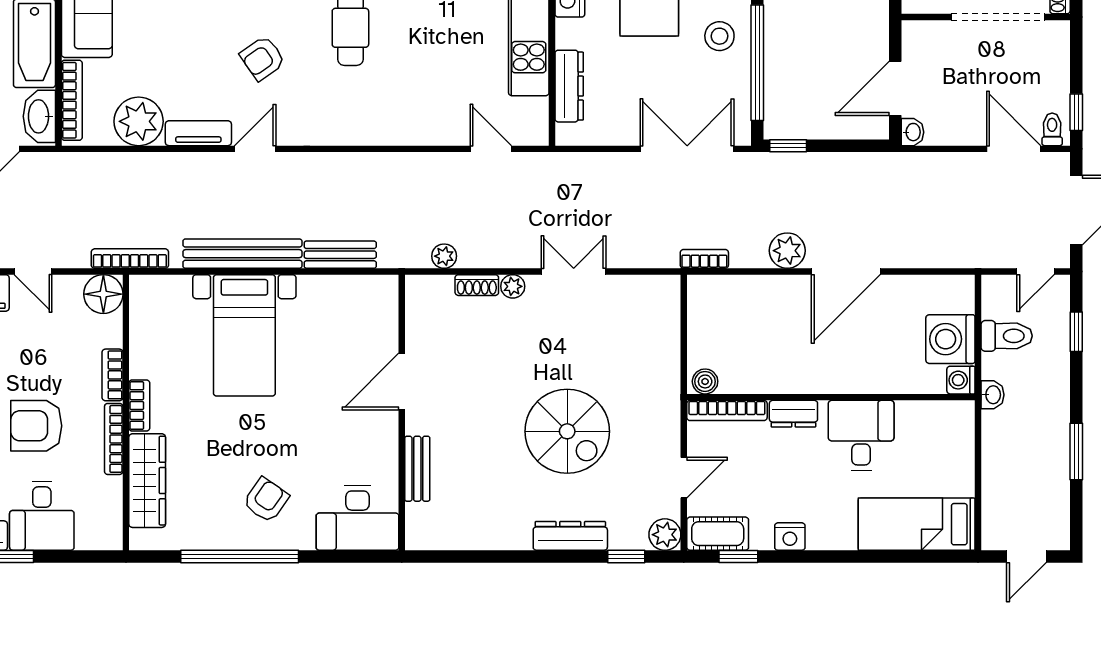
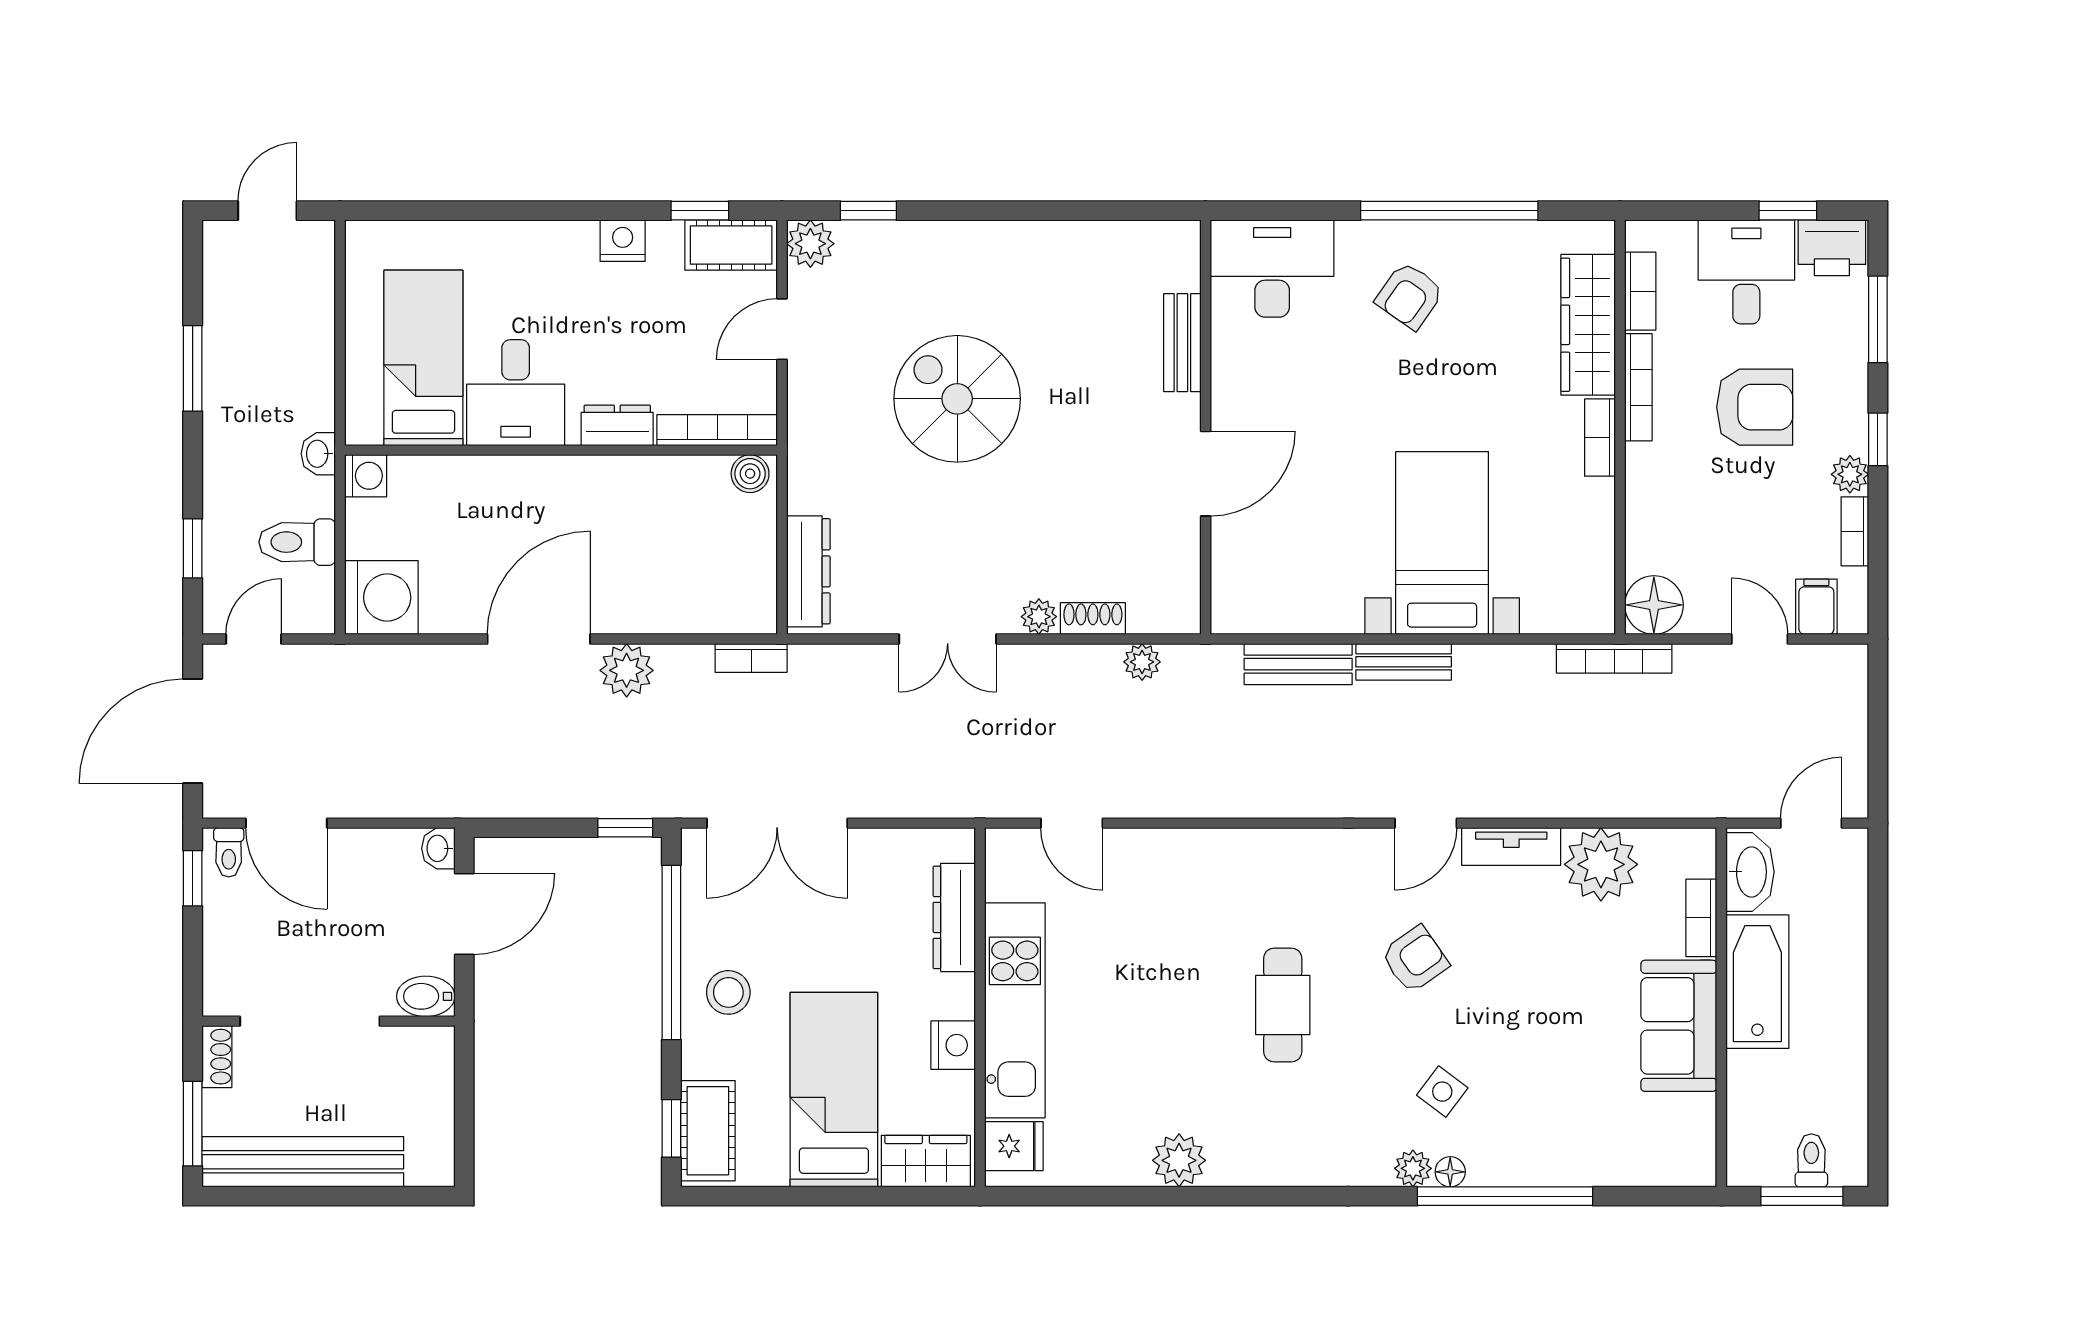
bidet: (921, 34) -> (426, 996), added
bookcase: (72, 100) -> (1701, 918), width x0.64
bench: (242, 254) -> (1404, 662), width x0.54, depth x0.82
washing machine: (950, 339) -> (381, 598), moved
bookcase: (112, 375) -> (1640, 291), moved
bed: (917, 524) -> (423, 358), moved, turned -90
dresser: (570, 536) -> (808, 571), moved, turned -90

